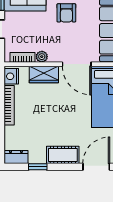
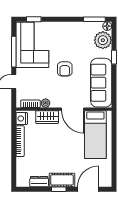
dresser: (16, 157) -> (39, 182), moved
window: (38, 167) -> (59, 189), moved

